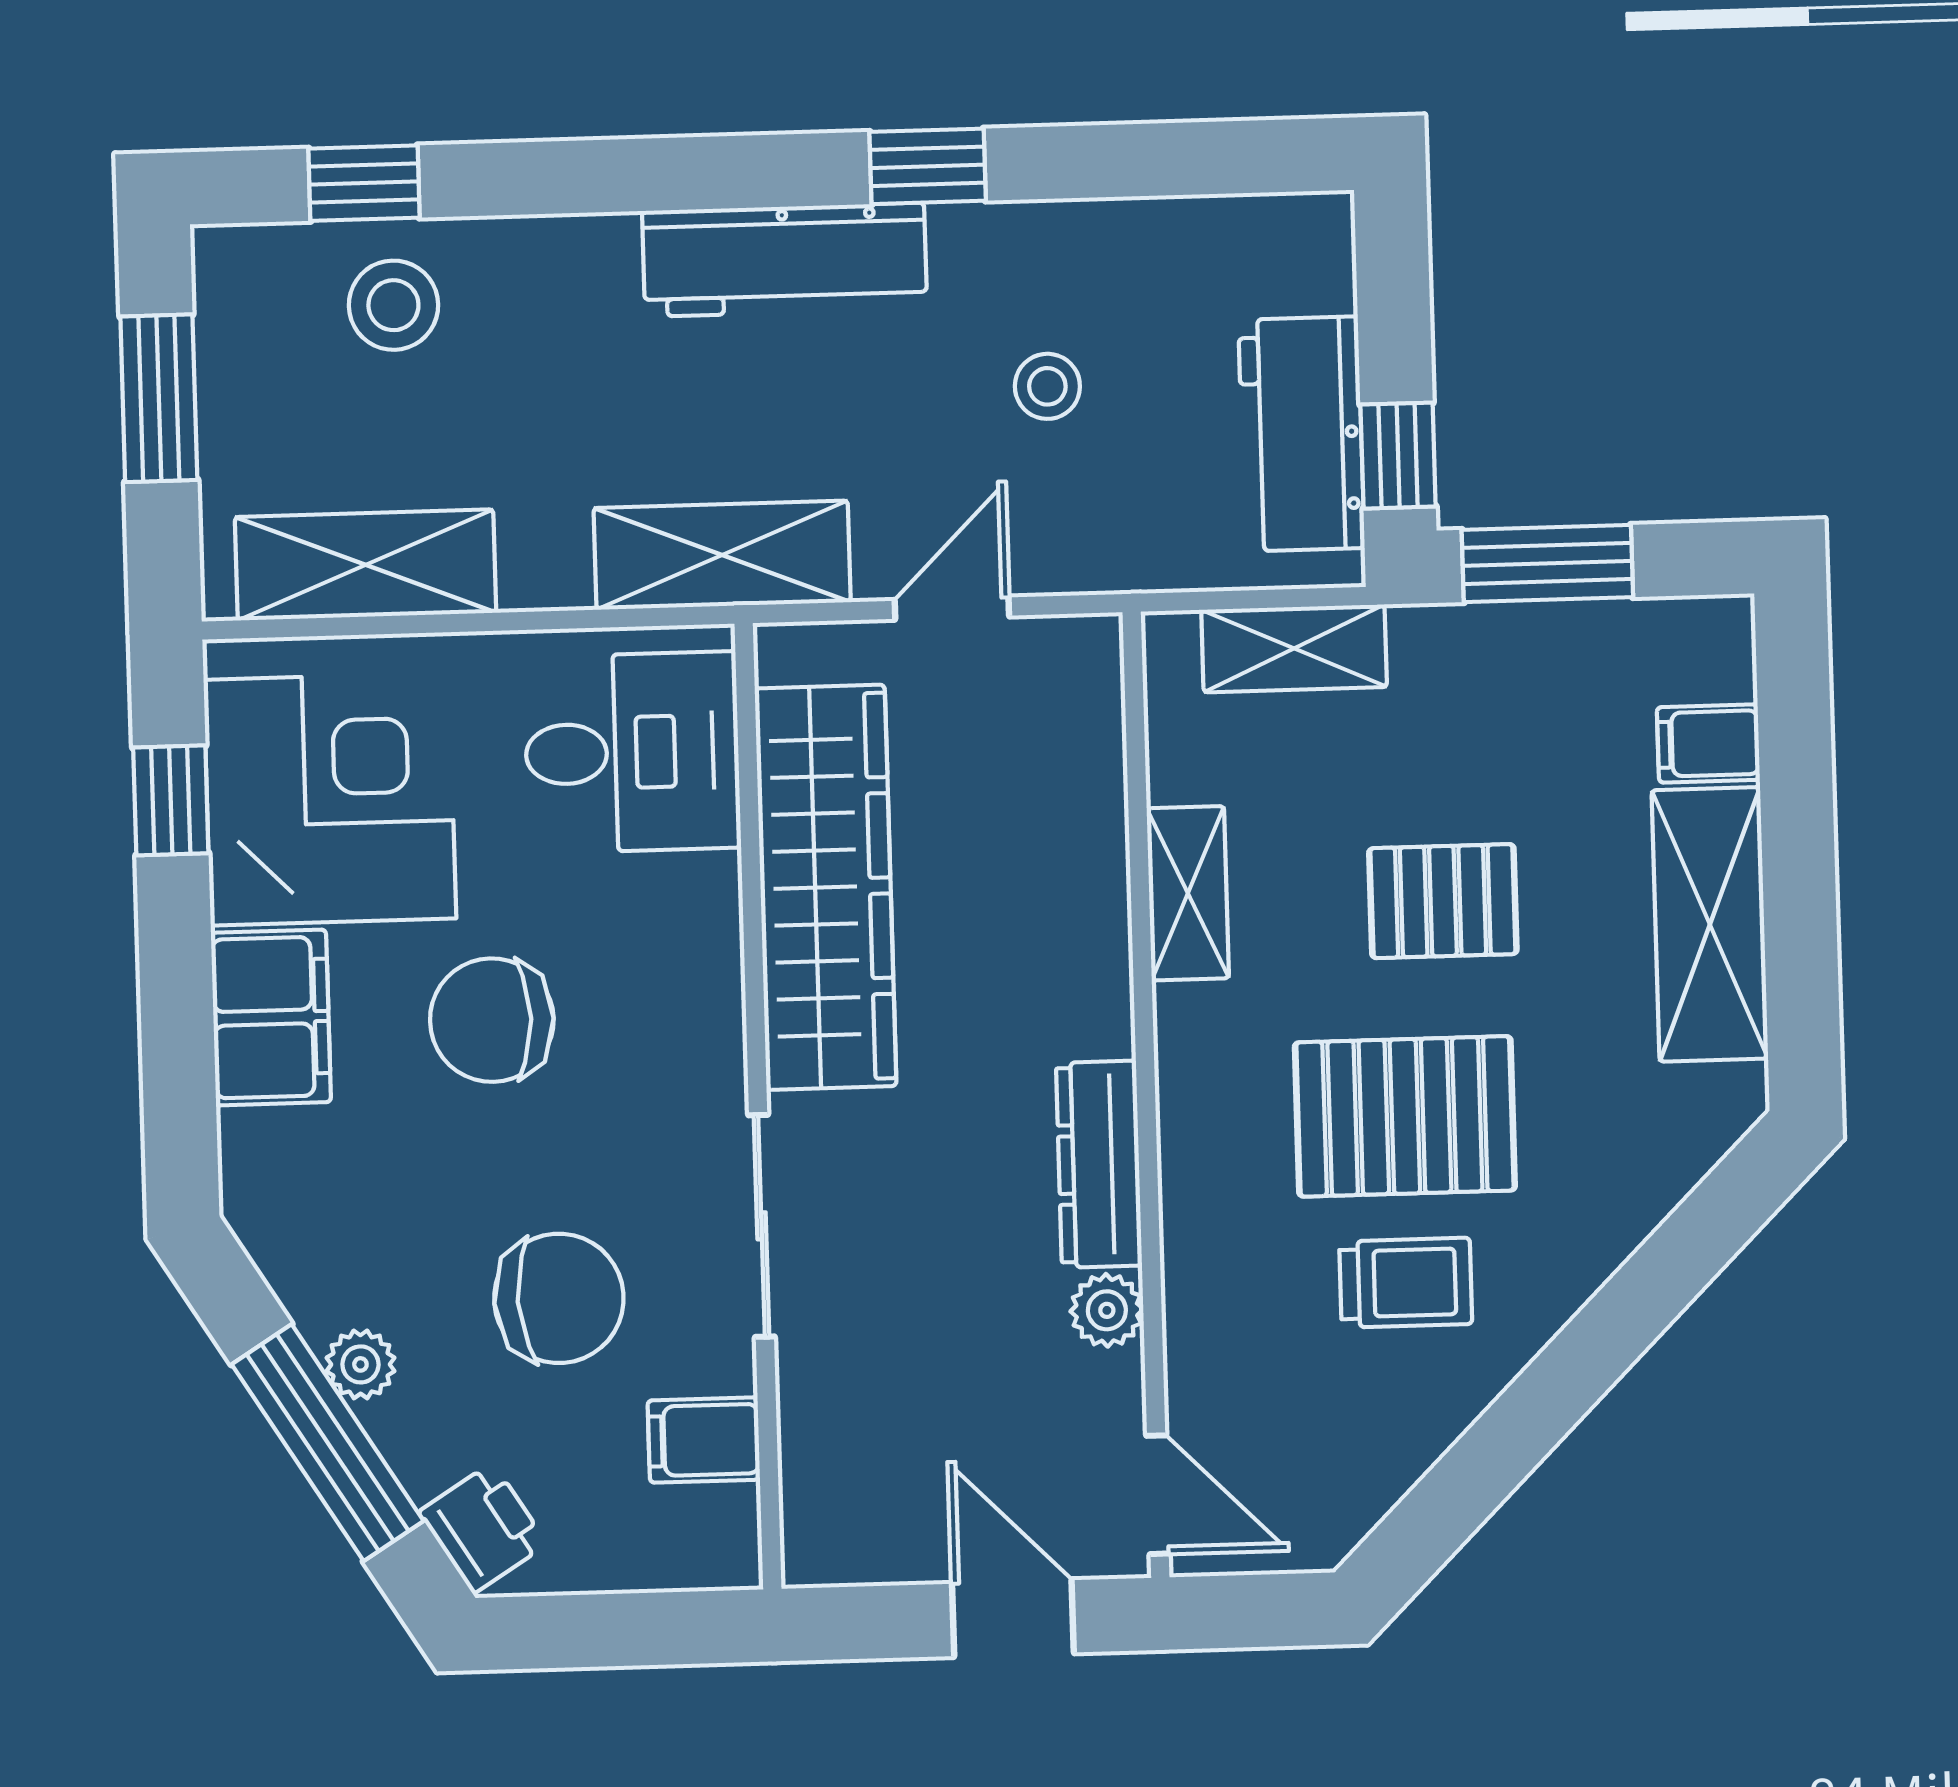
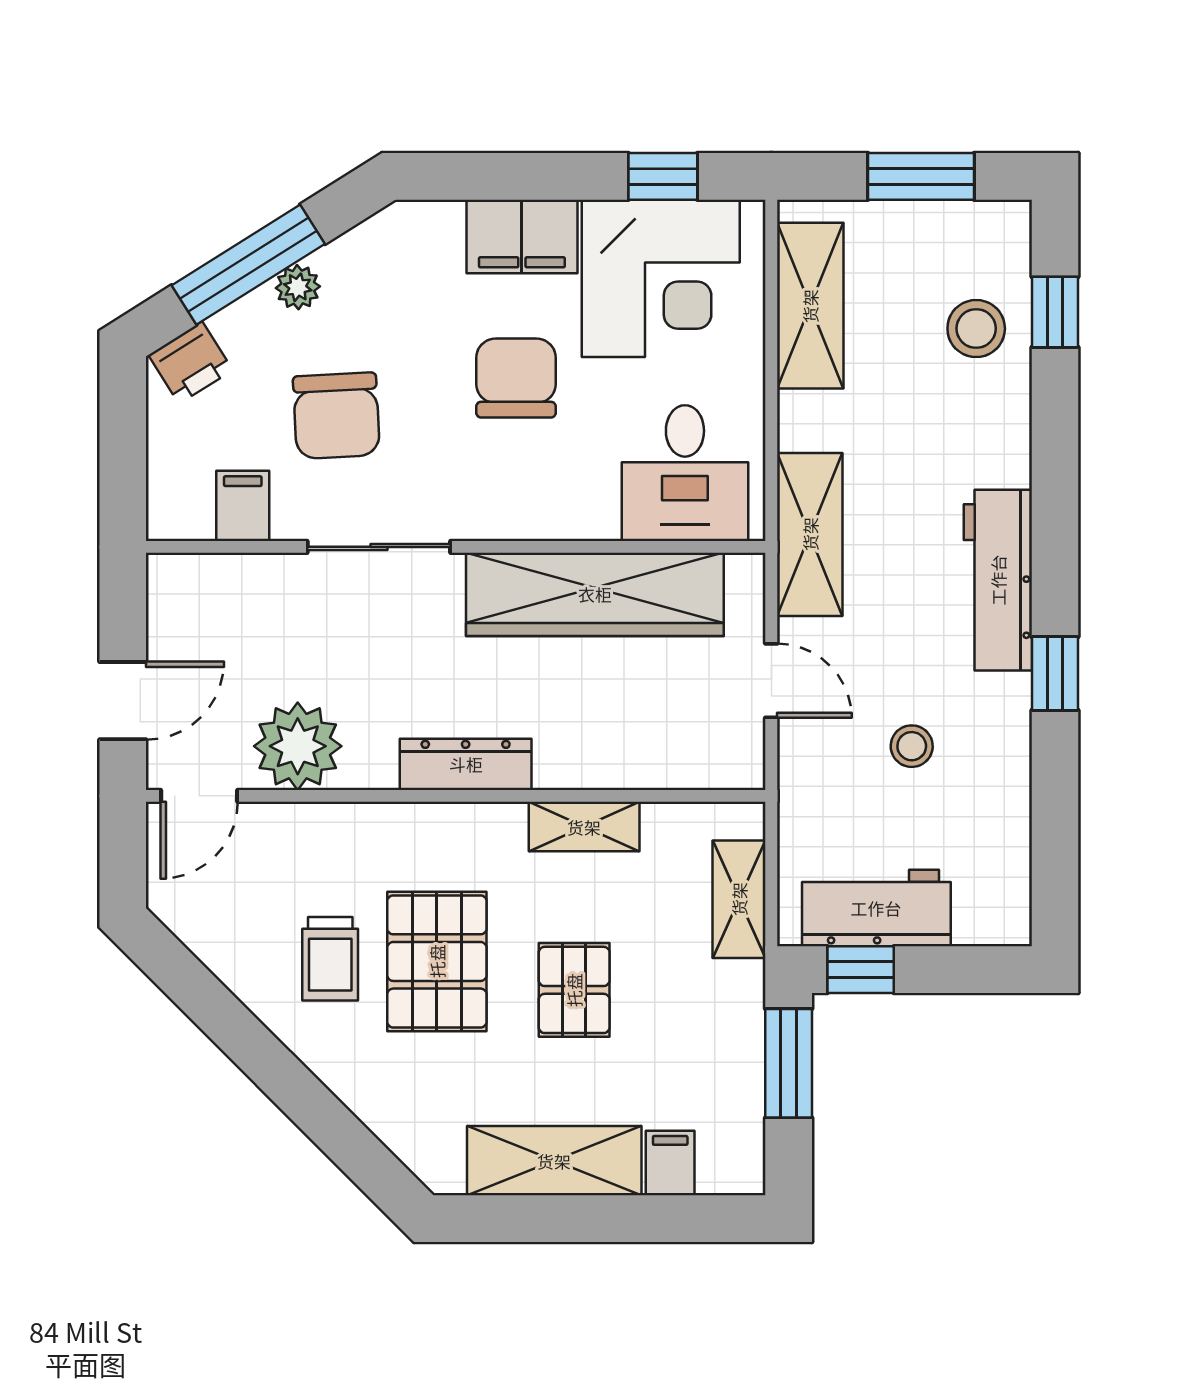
dresser: (1099, 1164) -> (466, 764), moved
plant: (1107, 1310) -> (298, 746), width x1.87, depth x1.87

